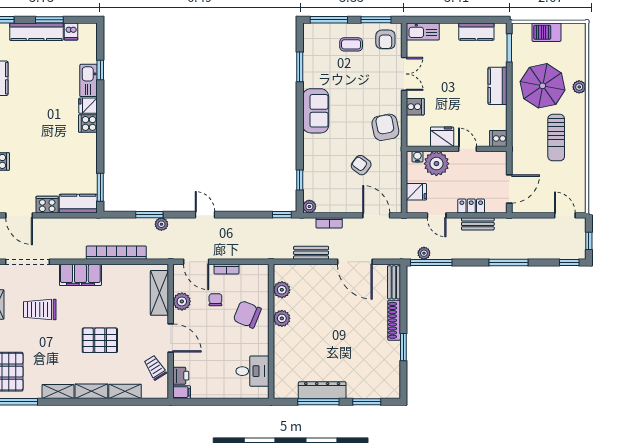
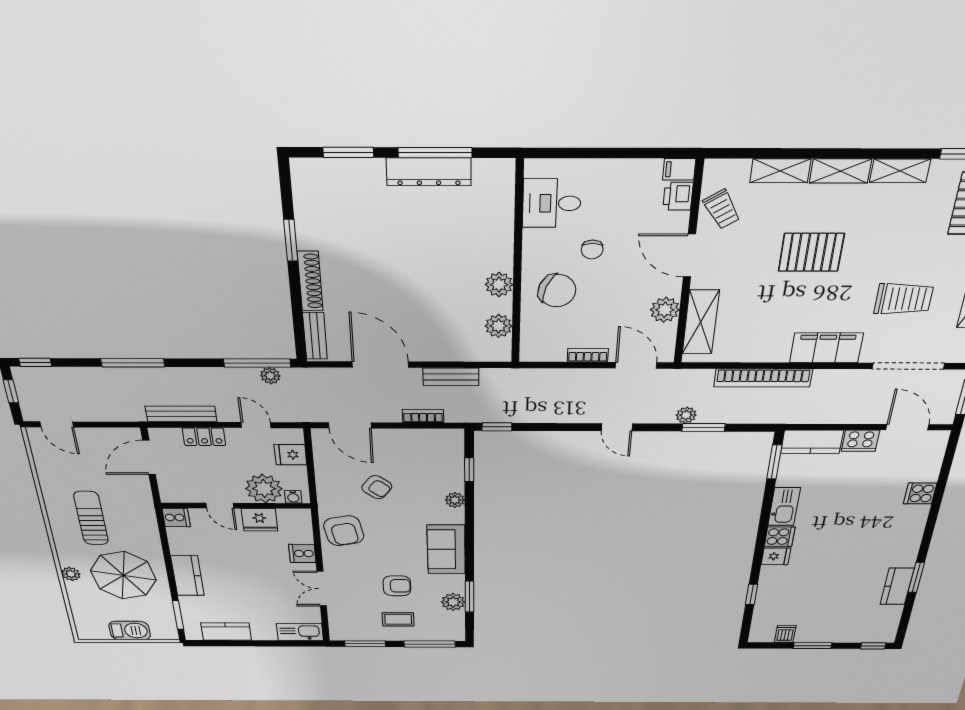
kitchen counter: (36, 32) -> (833, 634), removed
armchair: (385, 39) -> (397, 586), moved, turned 90
plant: (311, 62) -> (453, 602), added
kitchen sink: (89, 80) -> (784, 507), moved
plant: (309, 206) -> (455, 500), moved
bench: (478, 224) -> (181, 414), width x1.36
chair: (215, 300) -> (592, 250), moved

